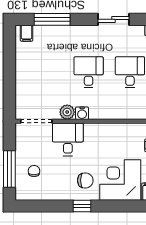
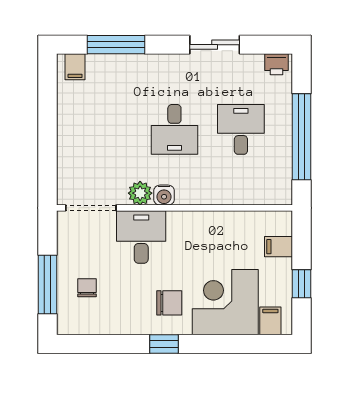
desk: (89, 72) -> (174, 129), turned 180

